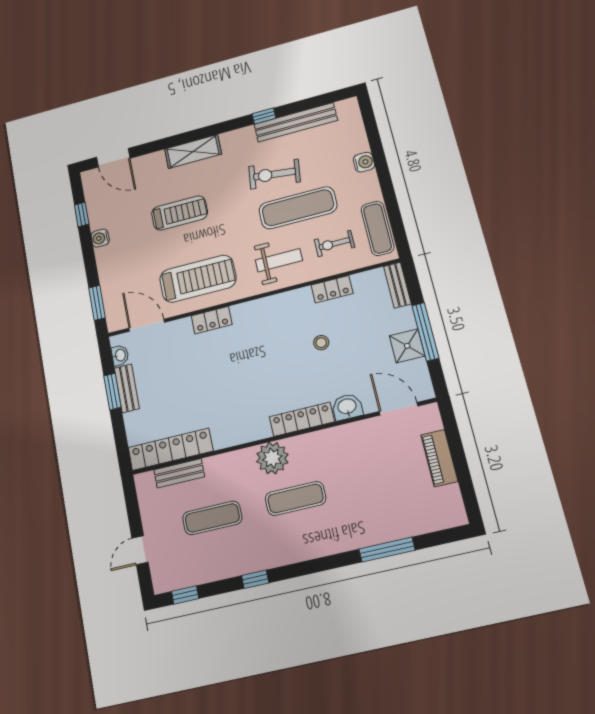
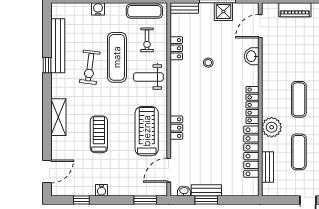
weight bench: (279, 260) -> (148, 77), turned -90
locker: (302, 419) -> (253, 105), moved
locker: (170, 449) -> (251, 152), moved
plant: (272, 458) -> (272, 127), moved

